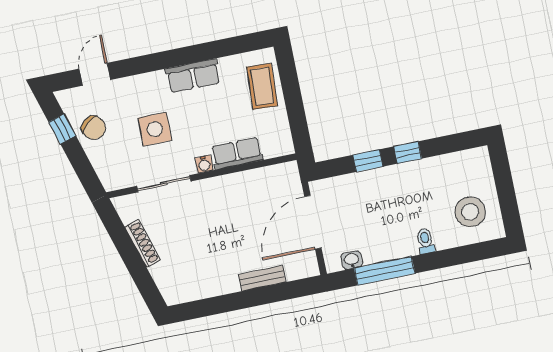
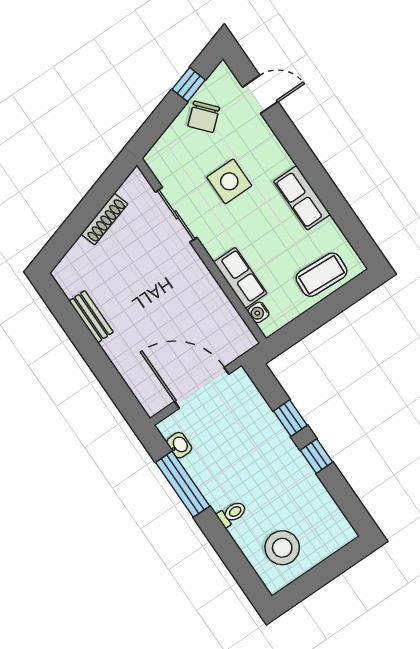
water cooler: (204, 164) -> (258, 312), moved
bench: (262, 278) -> (91, 317), moved

